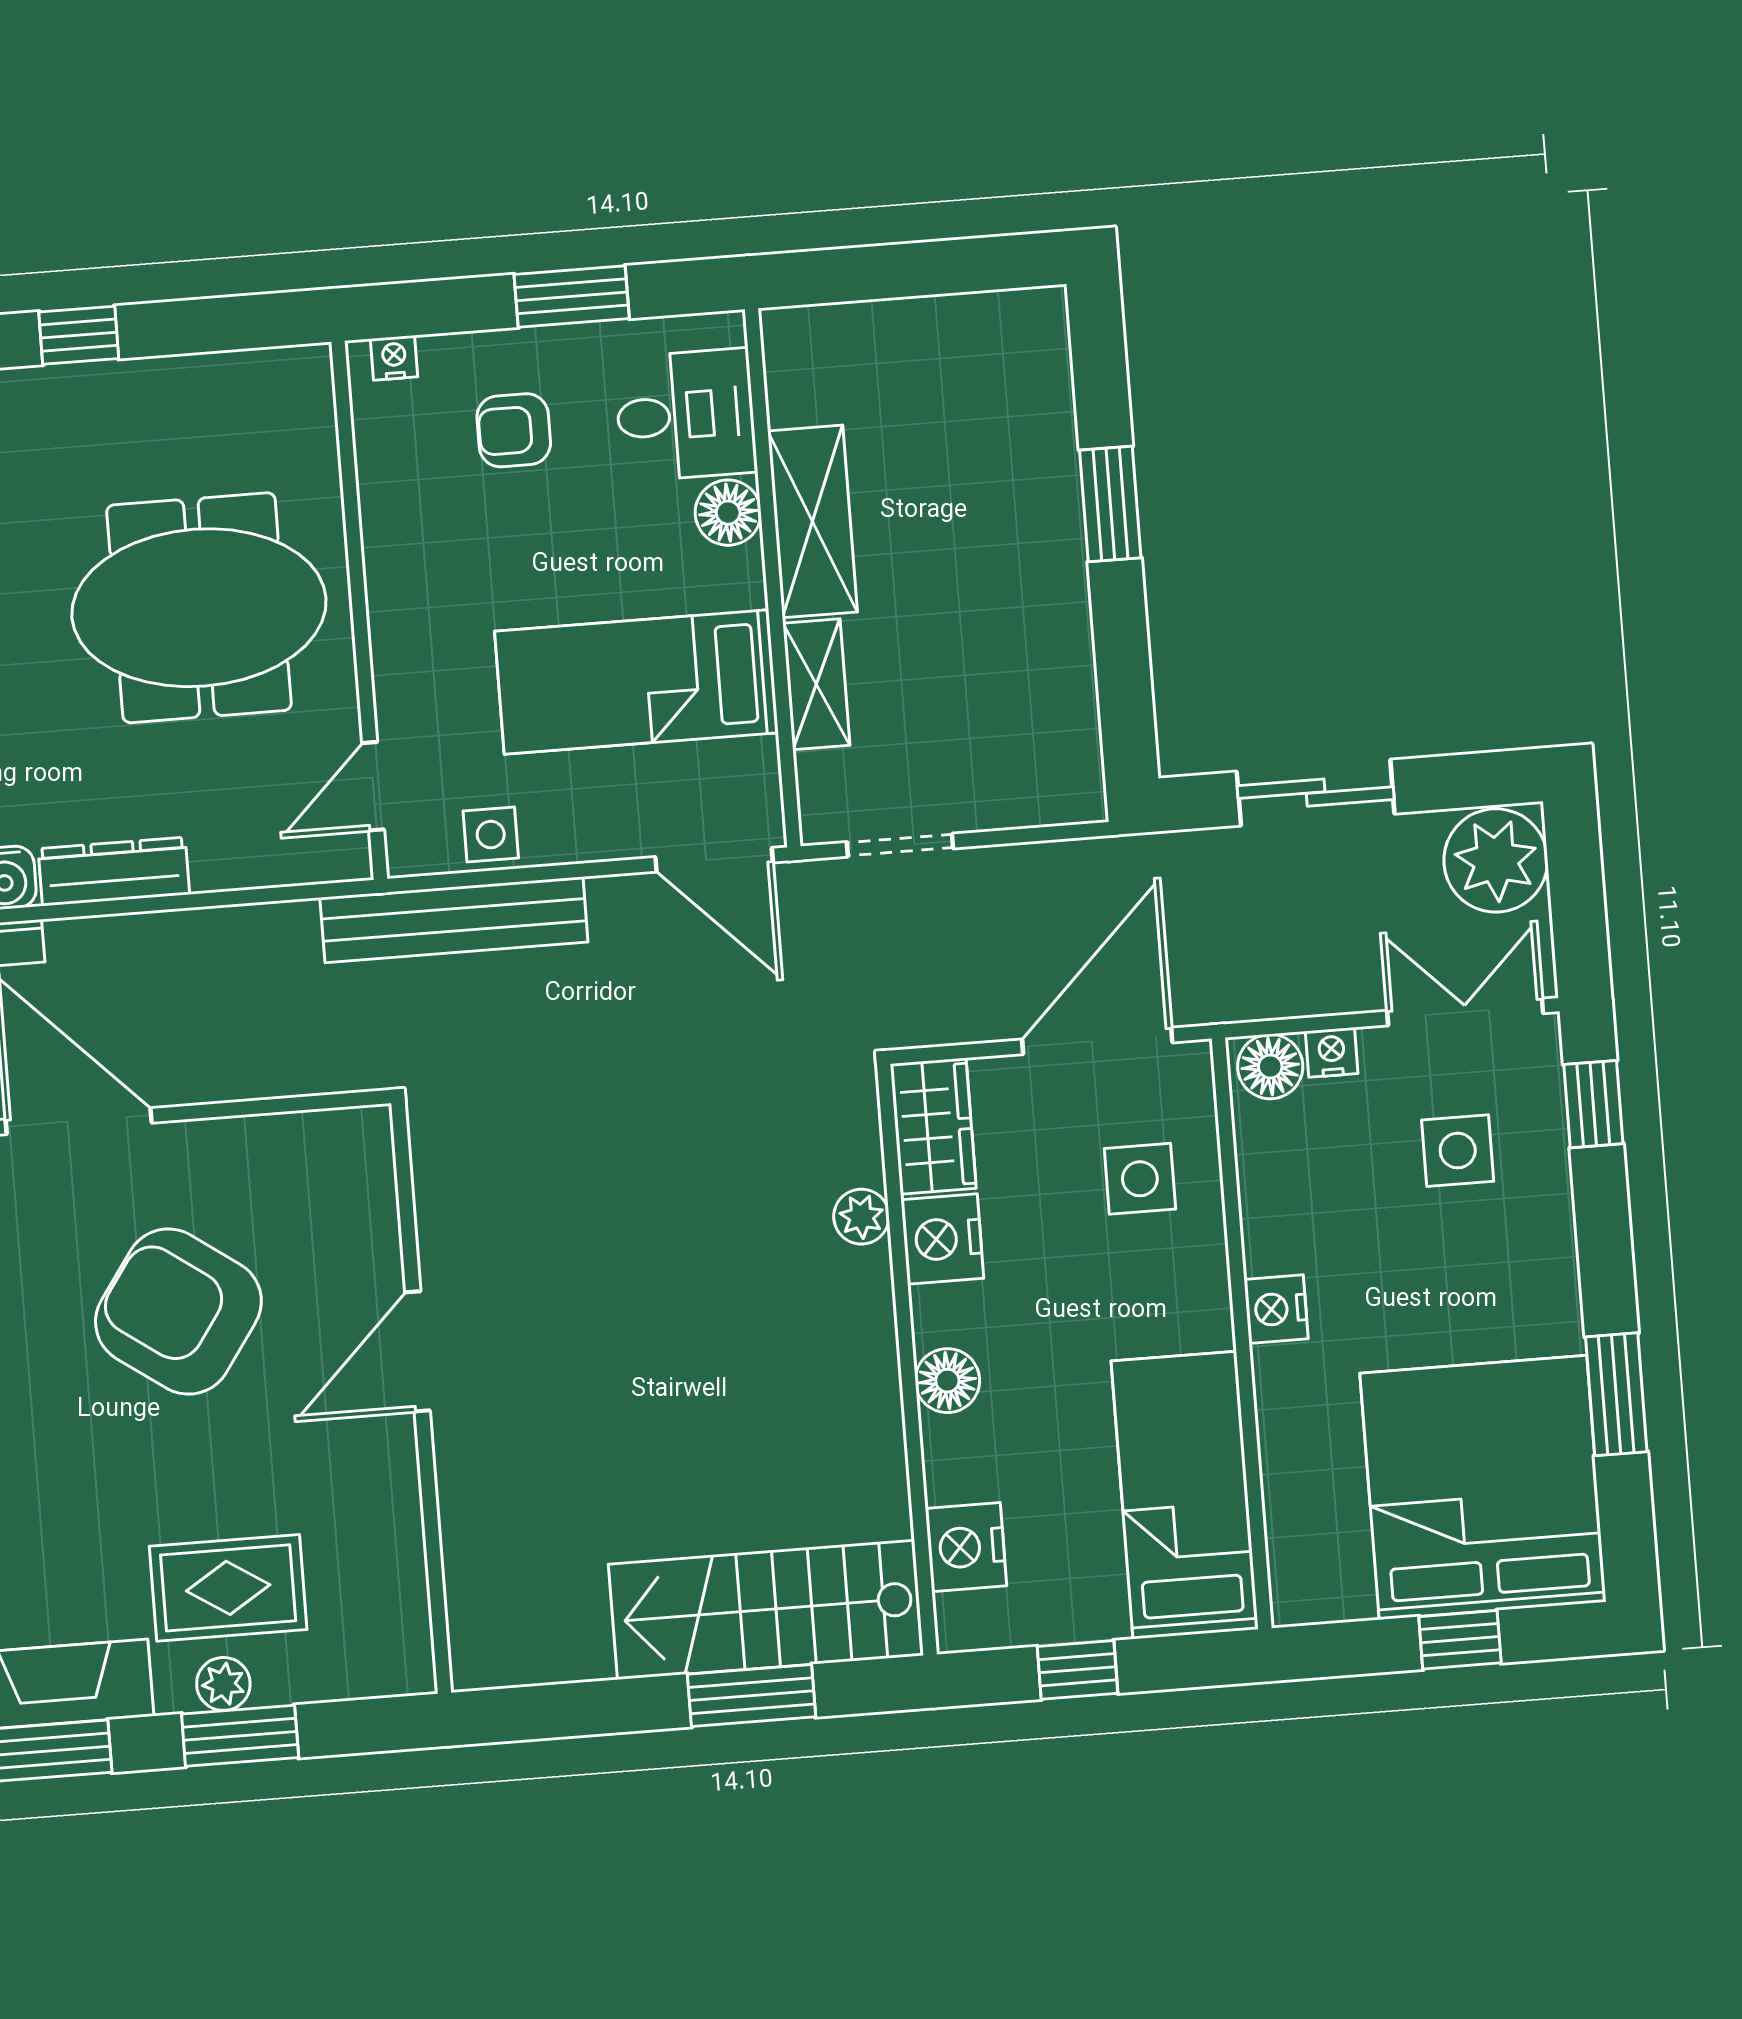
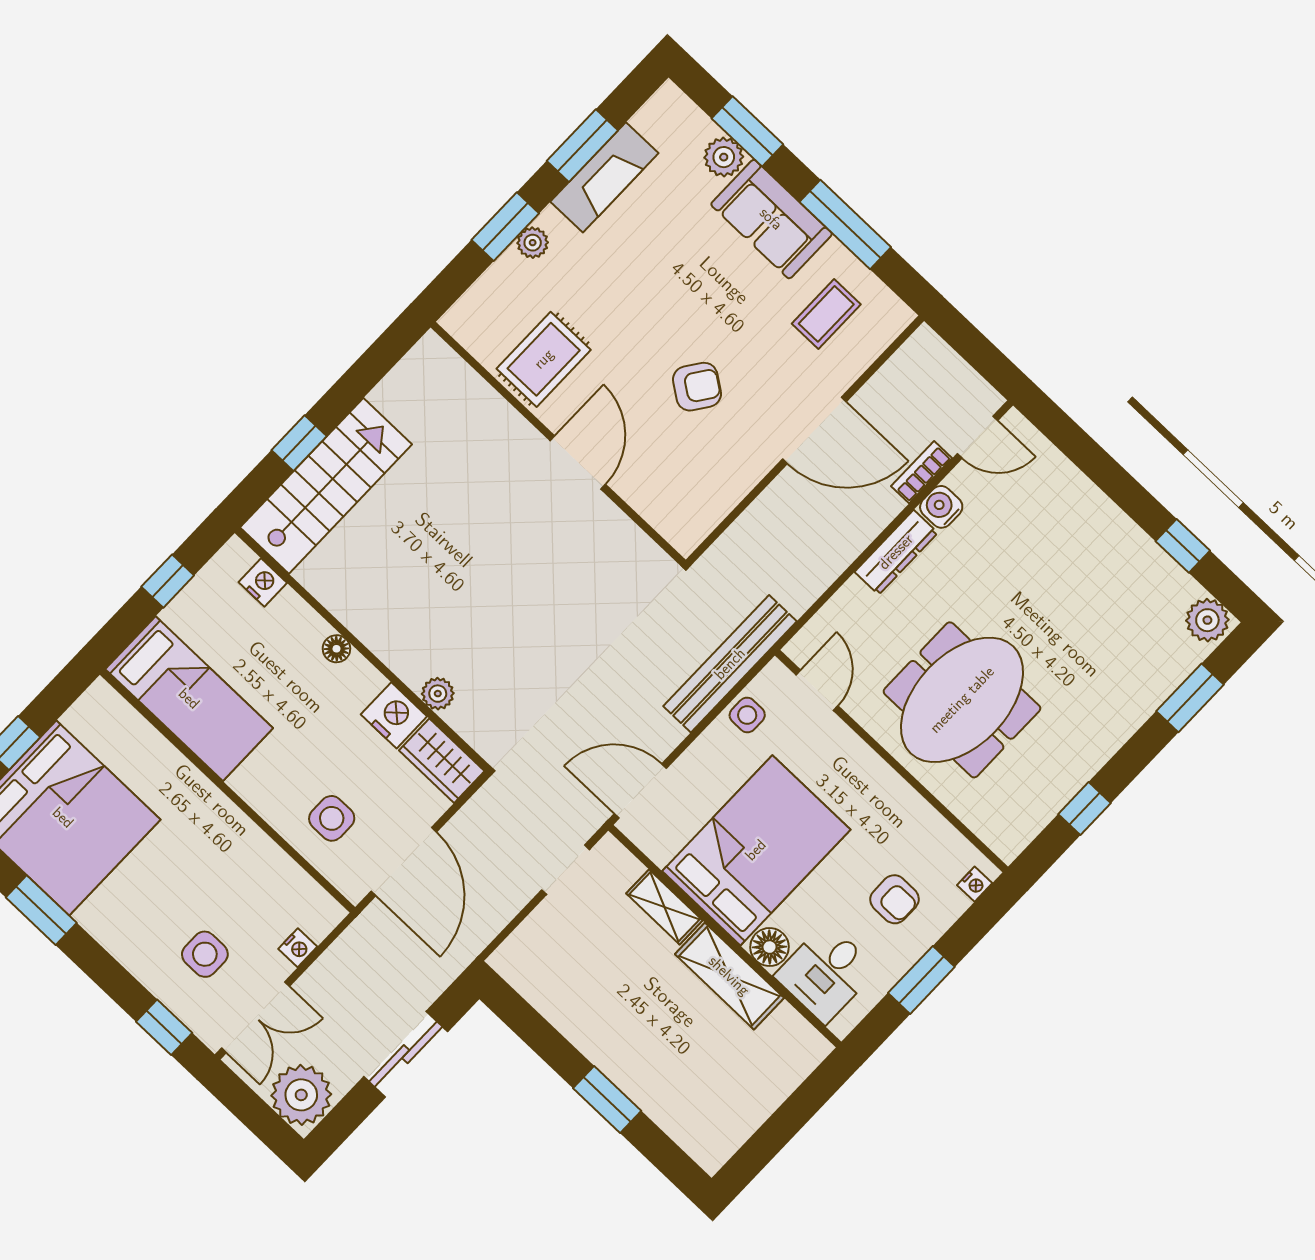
window: (79, 335) -> (1085, 809), moved
armchair: (514, 430) -> (895, 899), turned 90
bed: (637, 682) -> (756, 850), width x1.50
floor lamp: (1270, 1066) -> (319, 918), removed
nightstand: (1276, 1309) -> (222, 815), removed
armchair: (178, 1312) -> (697, 387), width x0.53, depth x0.53
floor lamp: (947, 1381) -> (336, 649), width x0.73, depth x0.73
nightstand: (966, 1547) -> (263, 583), width x0.74, depth x0.75
rug: (228, 1588) -> (544, 359), moved
window: (752, 1696) -> (299, 443), width x0.67

